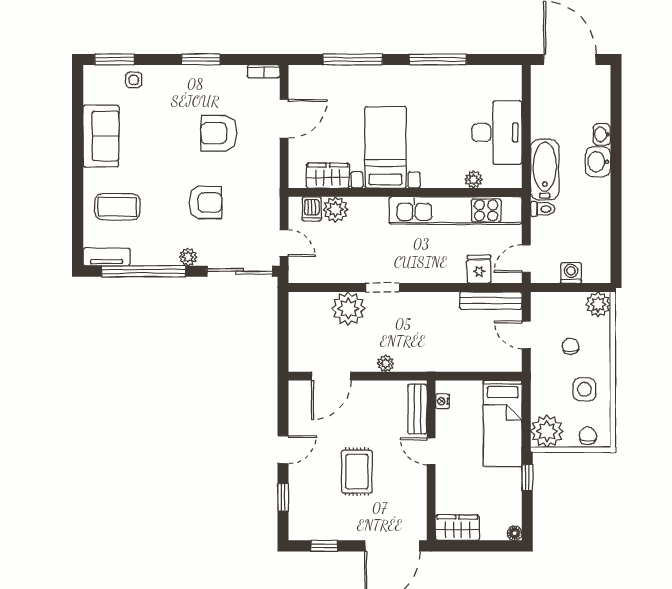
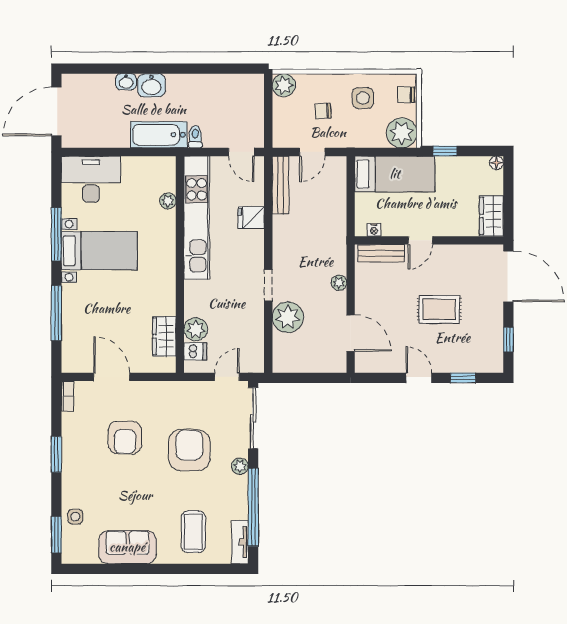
desk: (497, 133) -> (91, 179), moved
bed with nightstands: (386, 147) -> (99, 251), moved, turned 180
armchair: (205, 202) -> (189, 450), width x1.36, depth x1.36
fridge: (479, 269) -> (251, 218), moved
washing machine: (571, 273) -> (255, 110), removed

